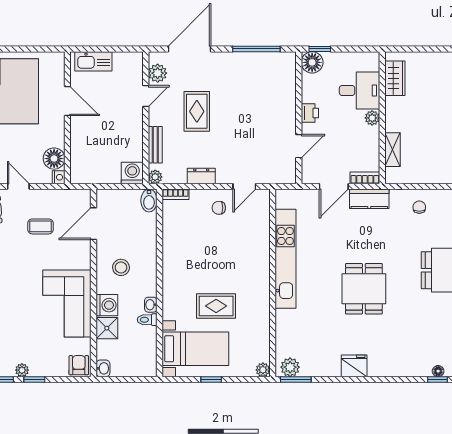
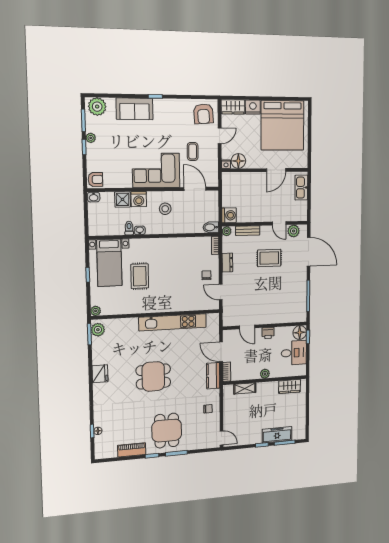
desk: (359, 90) -> (294, 353), moved, turned -90
corner sofa: (67, 303) -> (156, 170), moved

